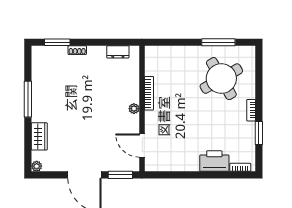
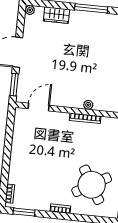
plant: (134, 109) -> (88, 105), moved
window: (259, 133) -> (24, 212), moved
printer: (214, 161) -> (18, 171), removed

